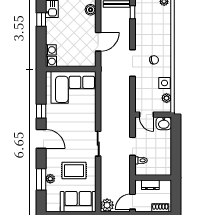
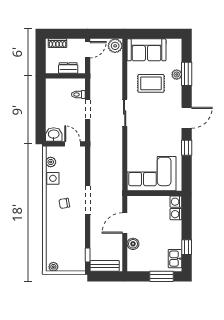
boiler: (91, 10) -> (133, 244), moved
door: (41, 139) -> (187, 118), swing flipped

